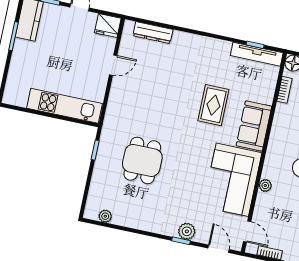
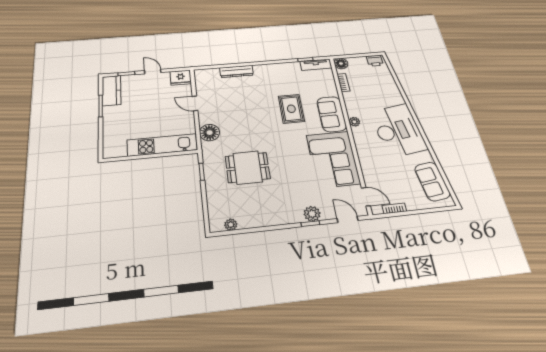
dresser: (153, 33) -> (237, 71), moved
tv unit: (257, 54) -> (316, 65), width x0.71
door: (113, 65) -> (195, 103), swing flipped
floor lamp: (117, 107) -> (210, 133), added
dining table: (142, 160) -> (248, 168), turned 90
plant: (265, 185) -> (354, 122), moved

